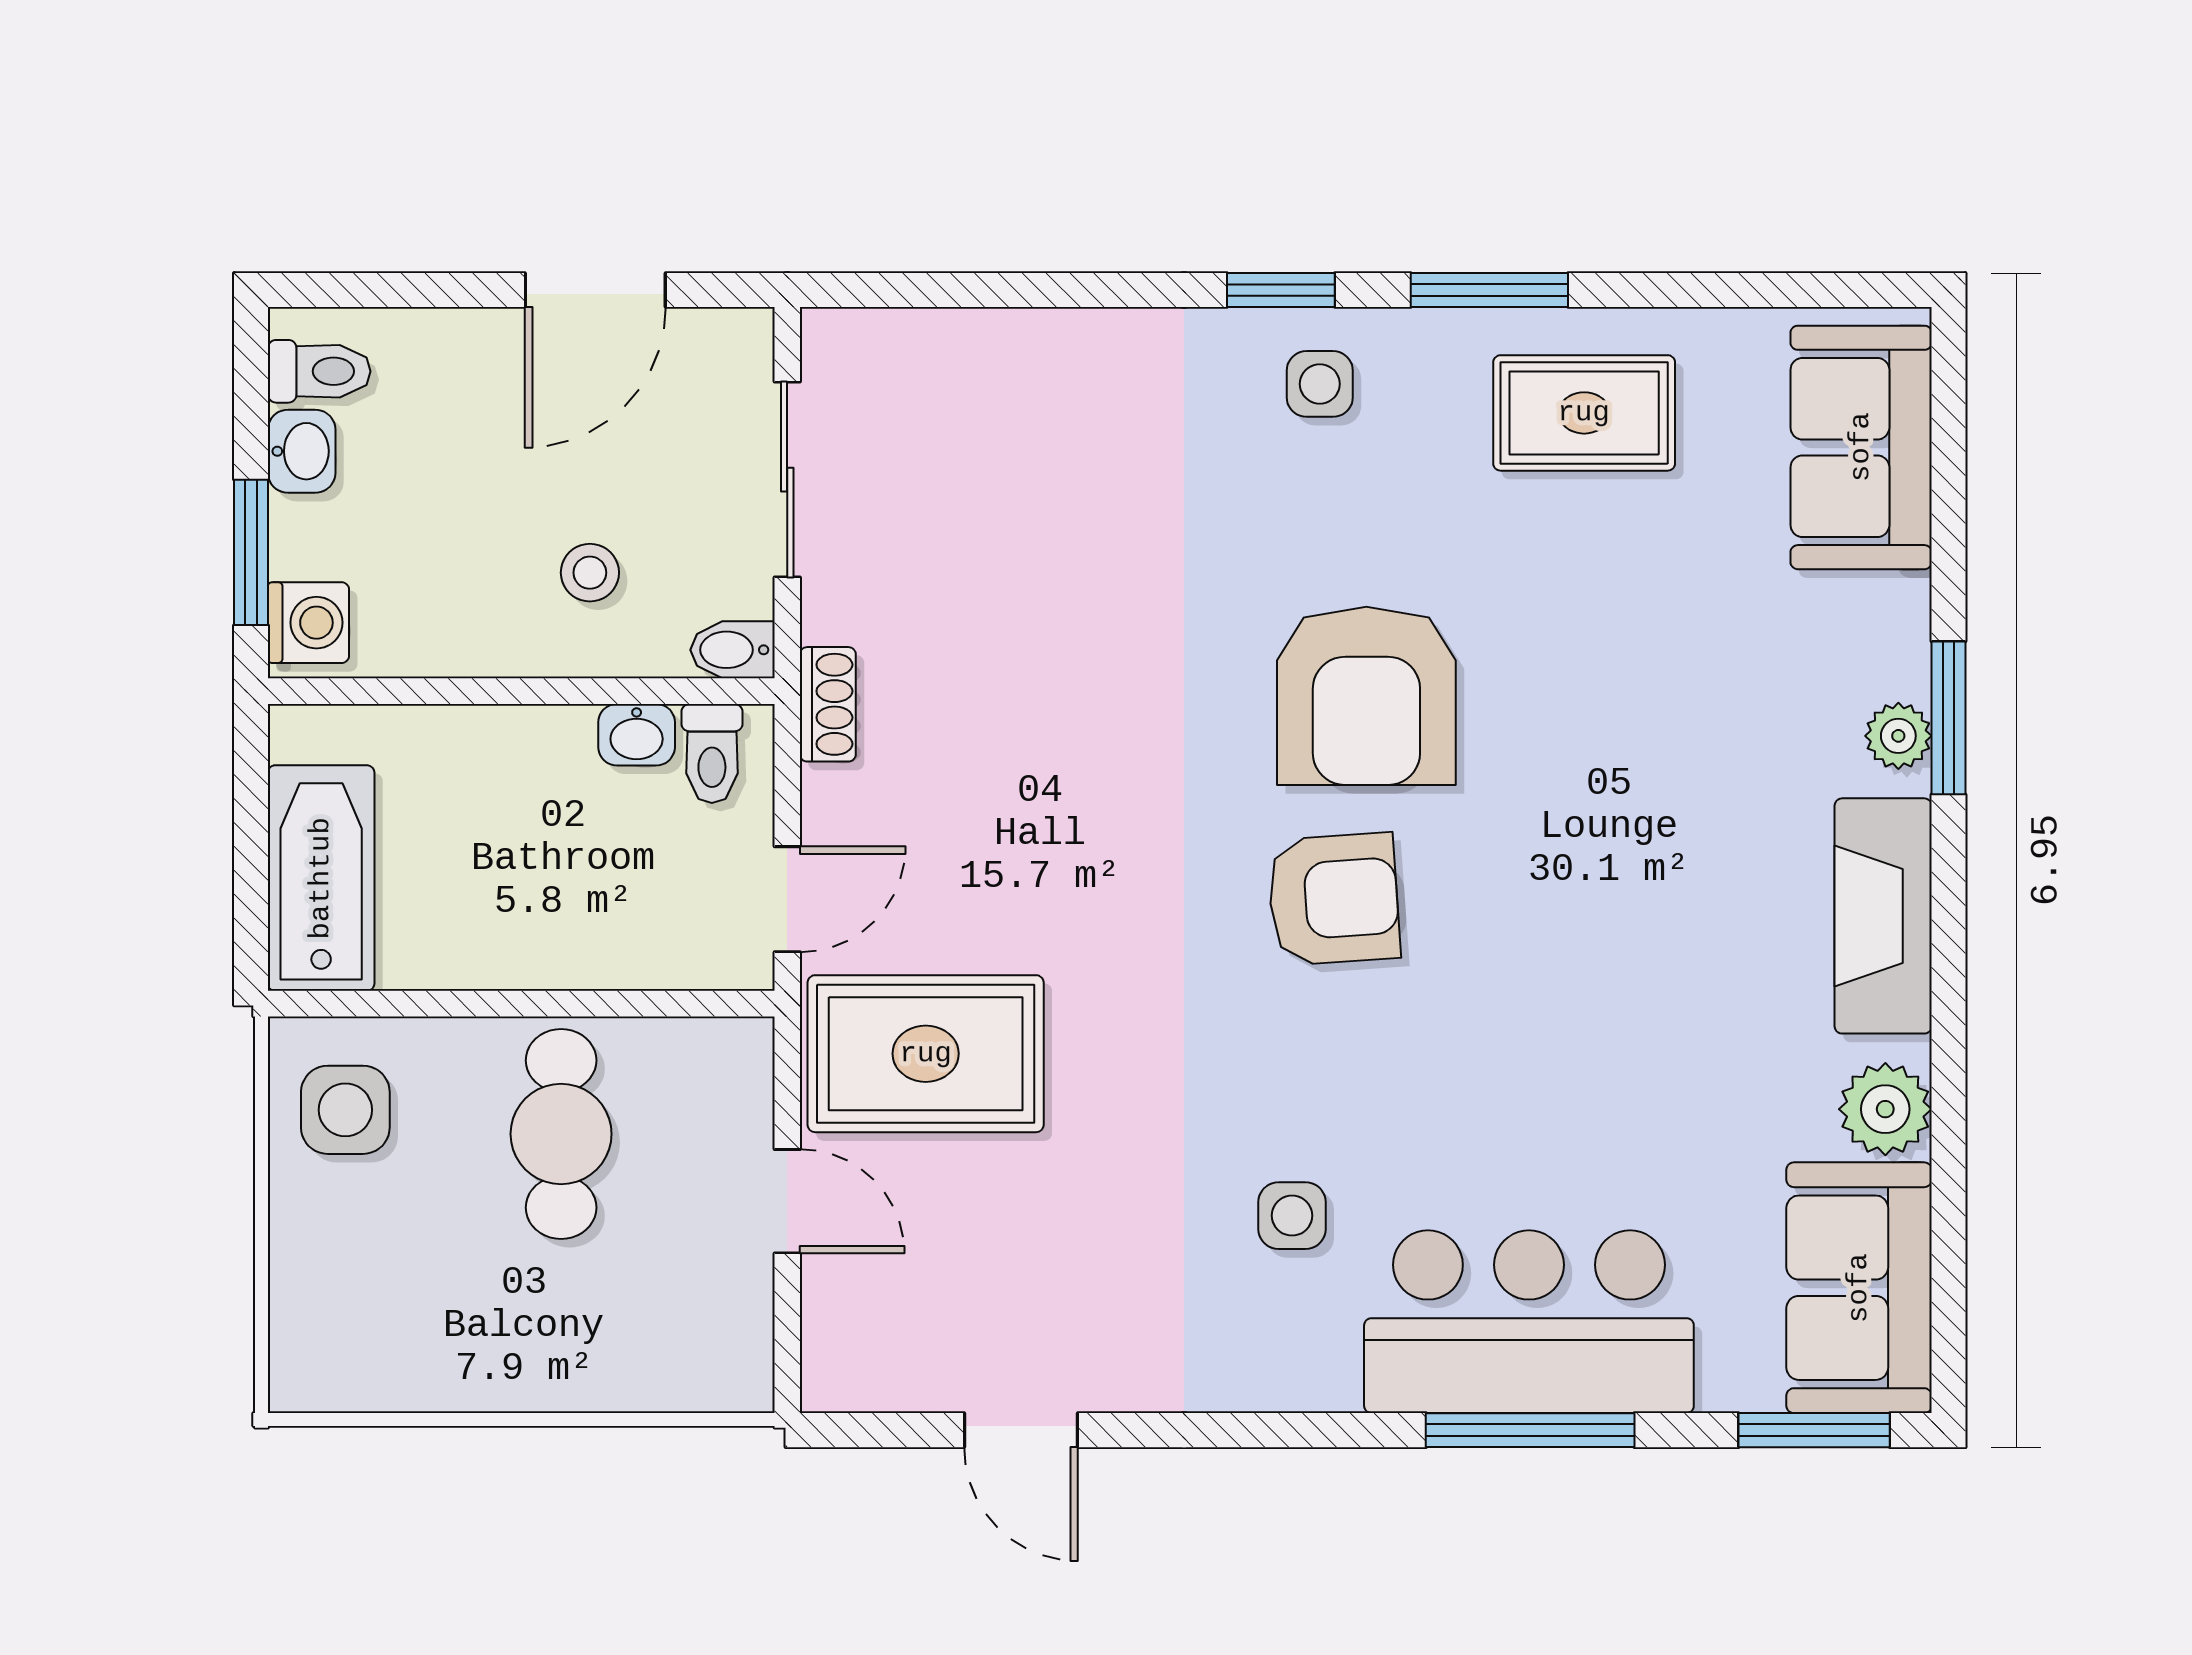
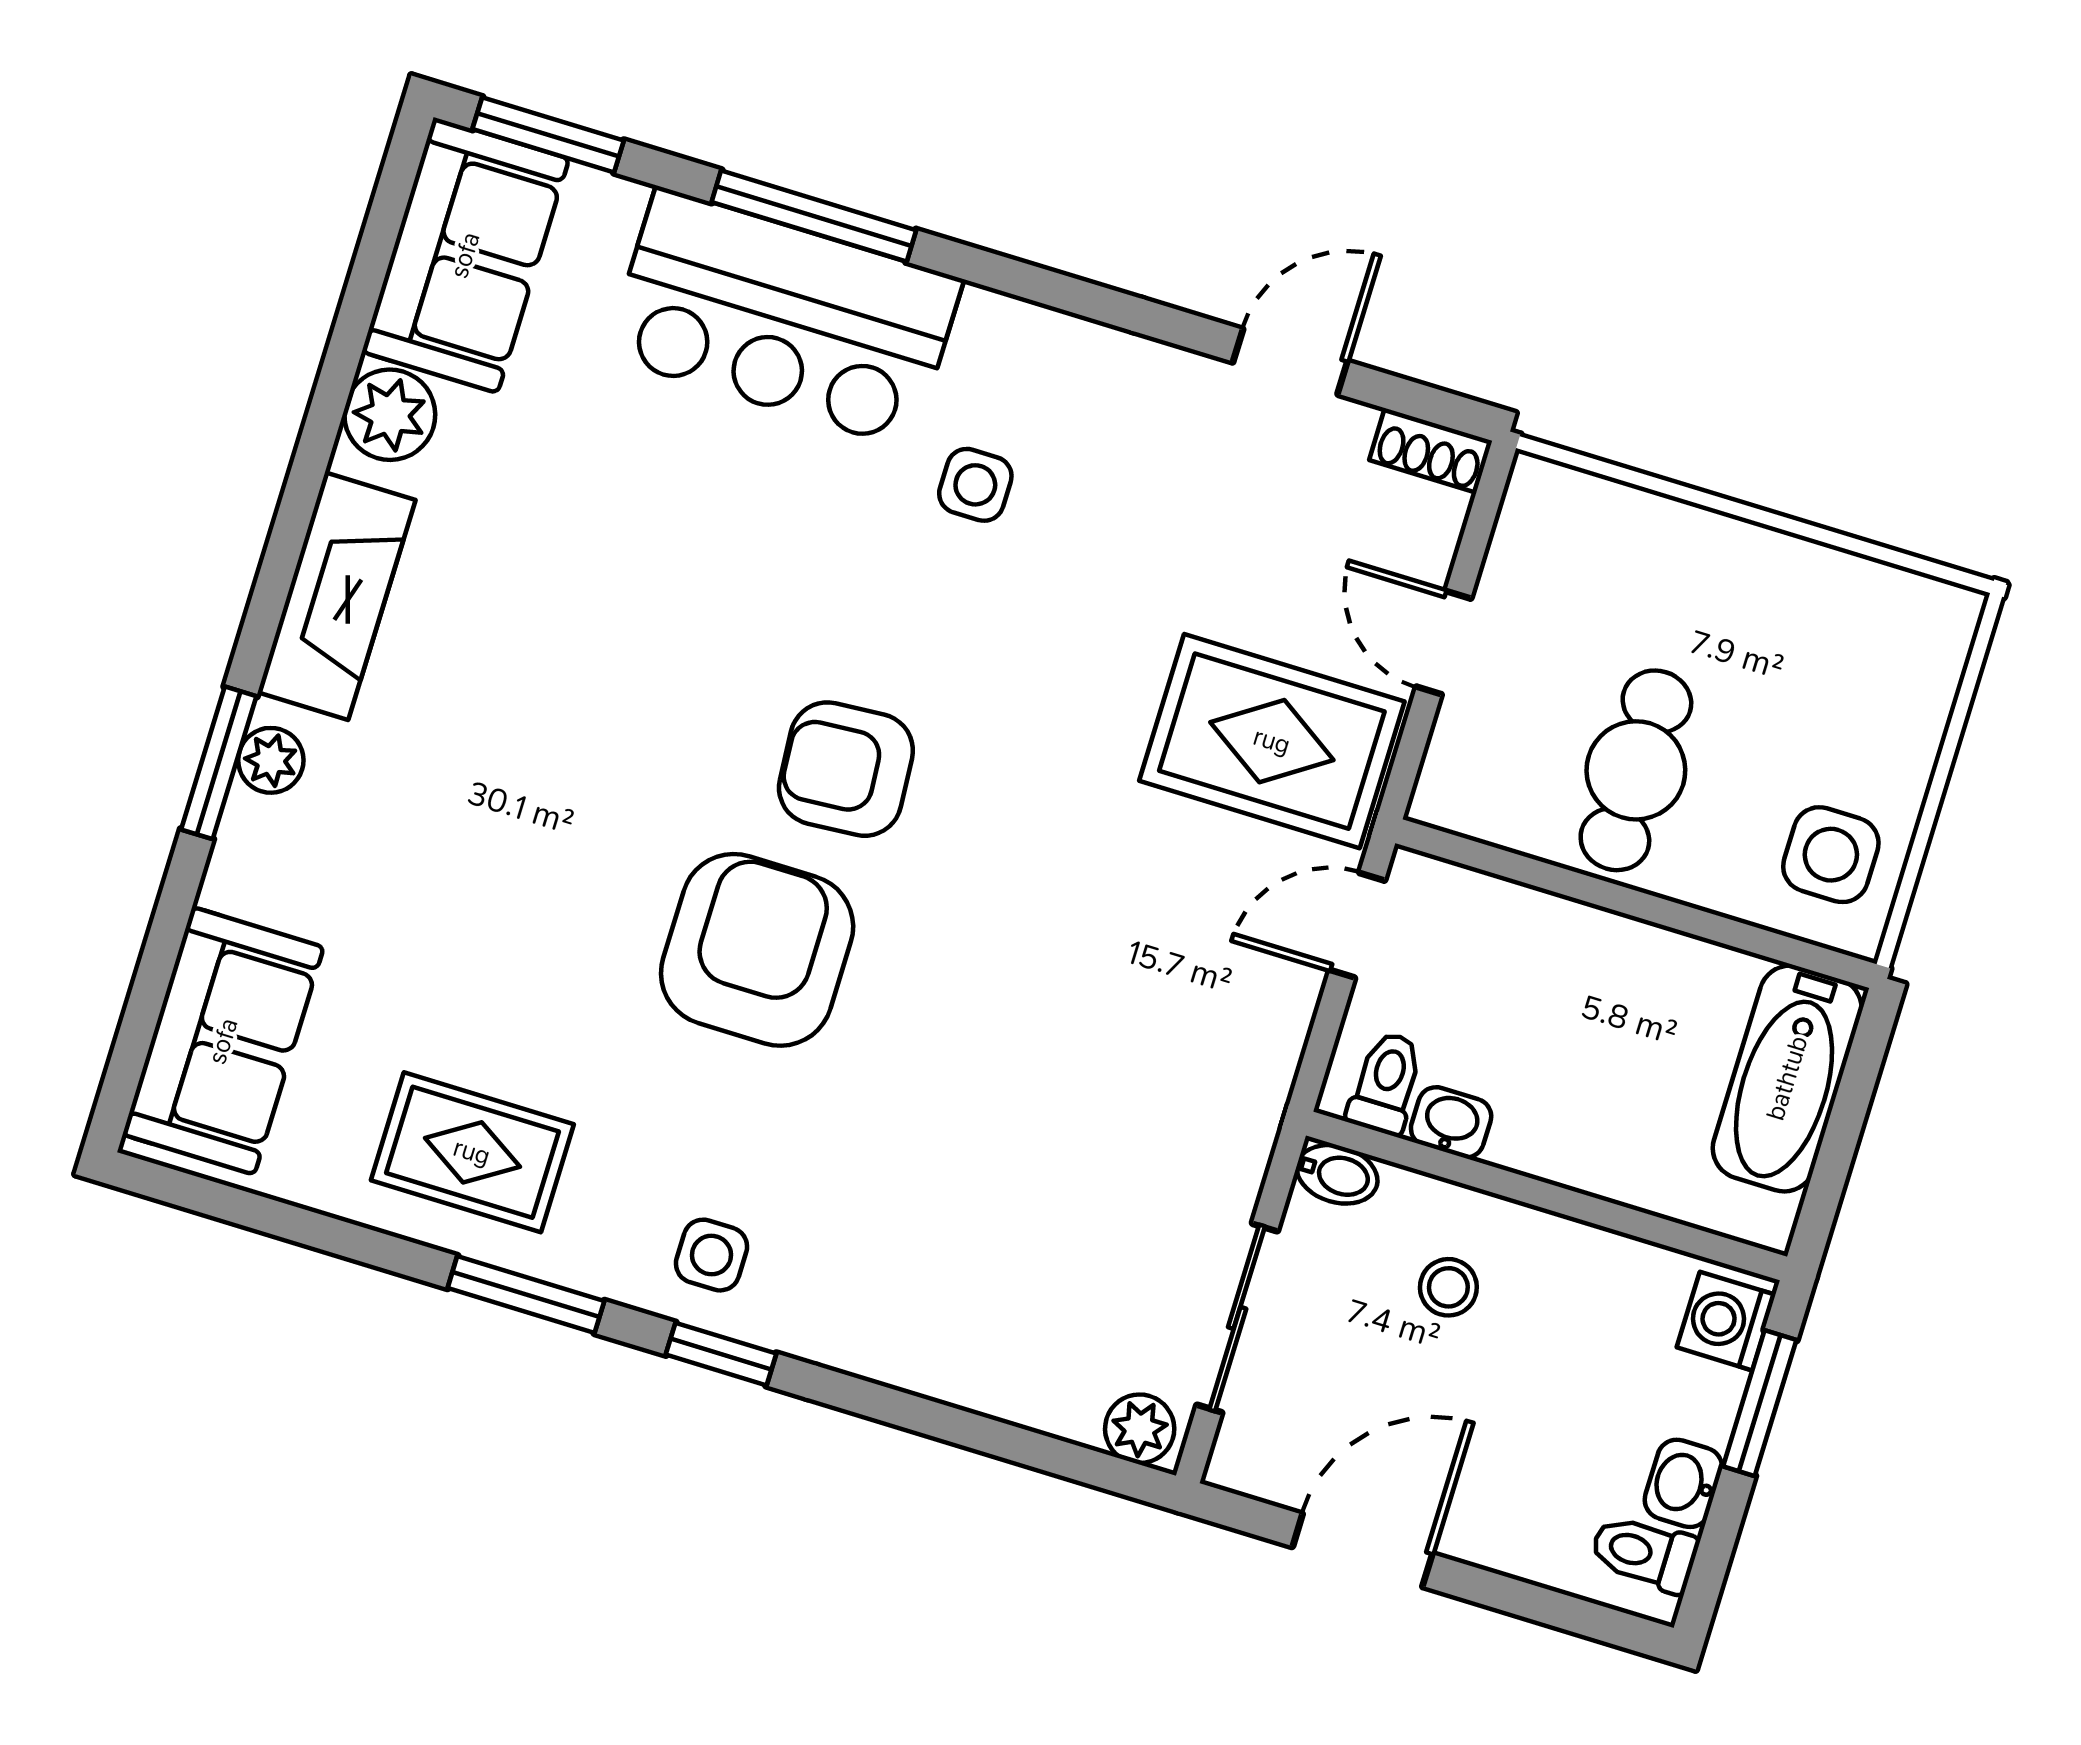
plant: (849, 342) -> (1140, 1429), added
shoe rack: (828, 704) -> (1431, 450), moved, turned -90
door: (1021, 1430) -> (1290, 362), hinge flipped

